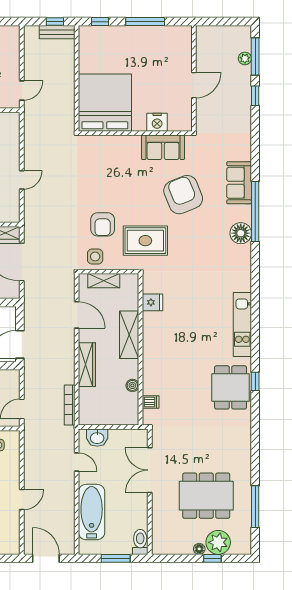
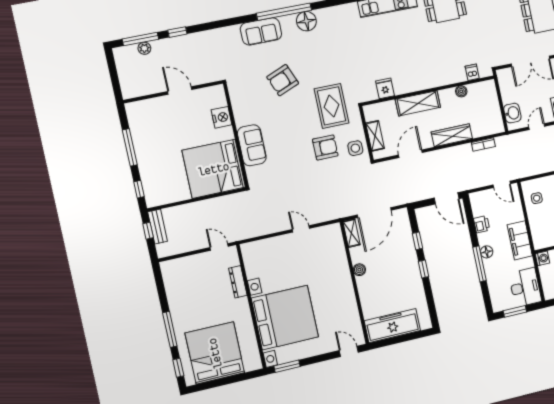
sofa: (163, 147) -> (252, 145), moved
armchair: (183, 195) -> (283, 80), width x0.73, depth x0.73
bookcase: (70, 405) -> (483, 144), width x0.64

